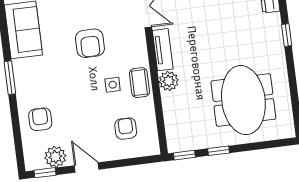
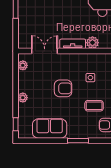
coffee table: (139, 83) -> (94, 106), moved

